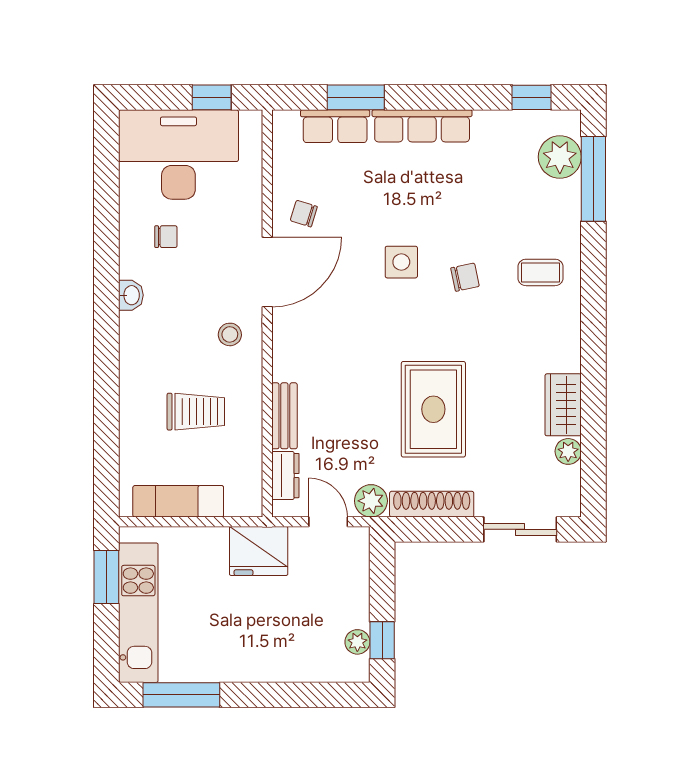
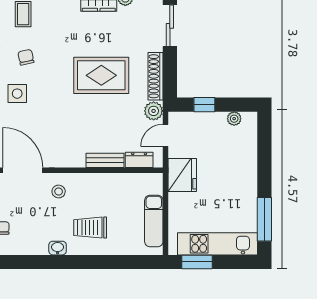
washbasin: (131, 295) -> (58, 248), moved
trolley: (196, 412) -> (90, 228), moved, turned -90
window: (382, 640) -> (204, 105), moved

